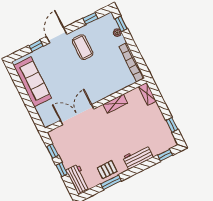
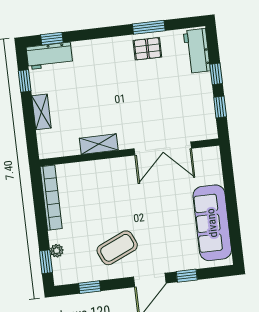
coffee table: (83, 47) -> (117, 248), turned 66
shelving: (147, 94) -> (41, 112), moved
workbench: (138, 157) -> (49, 56), moved

